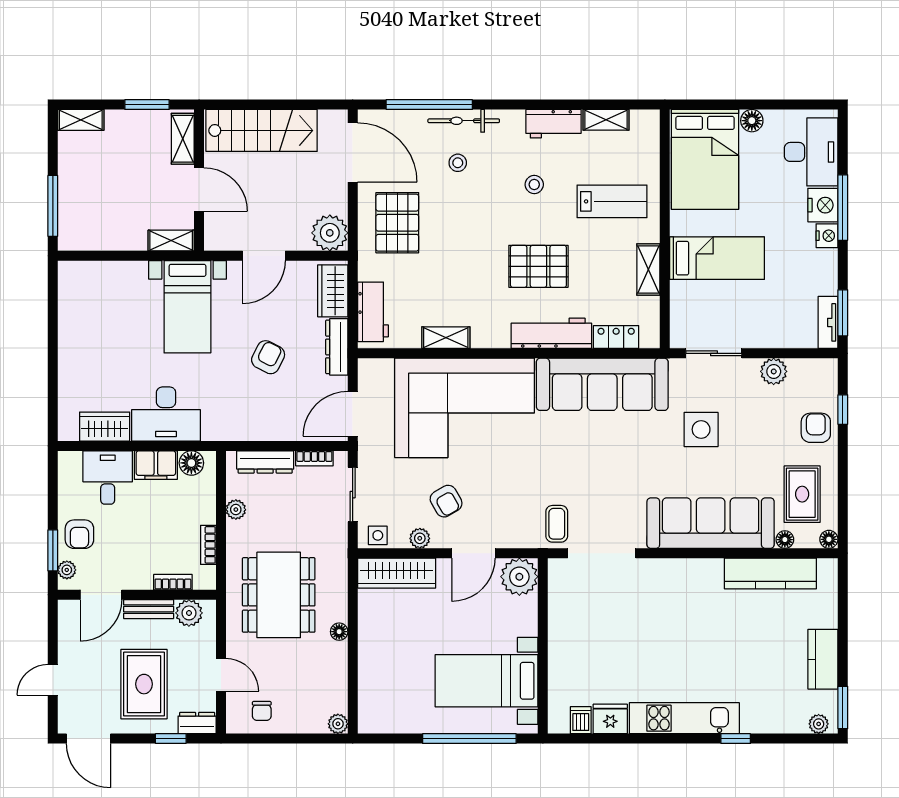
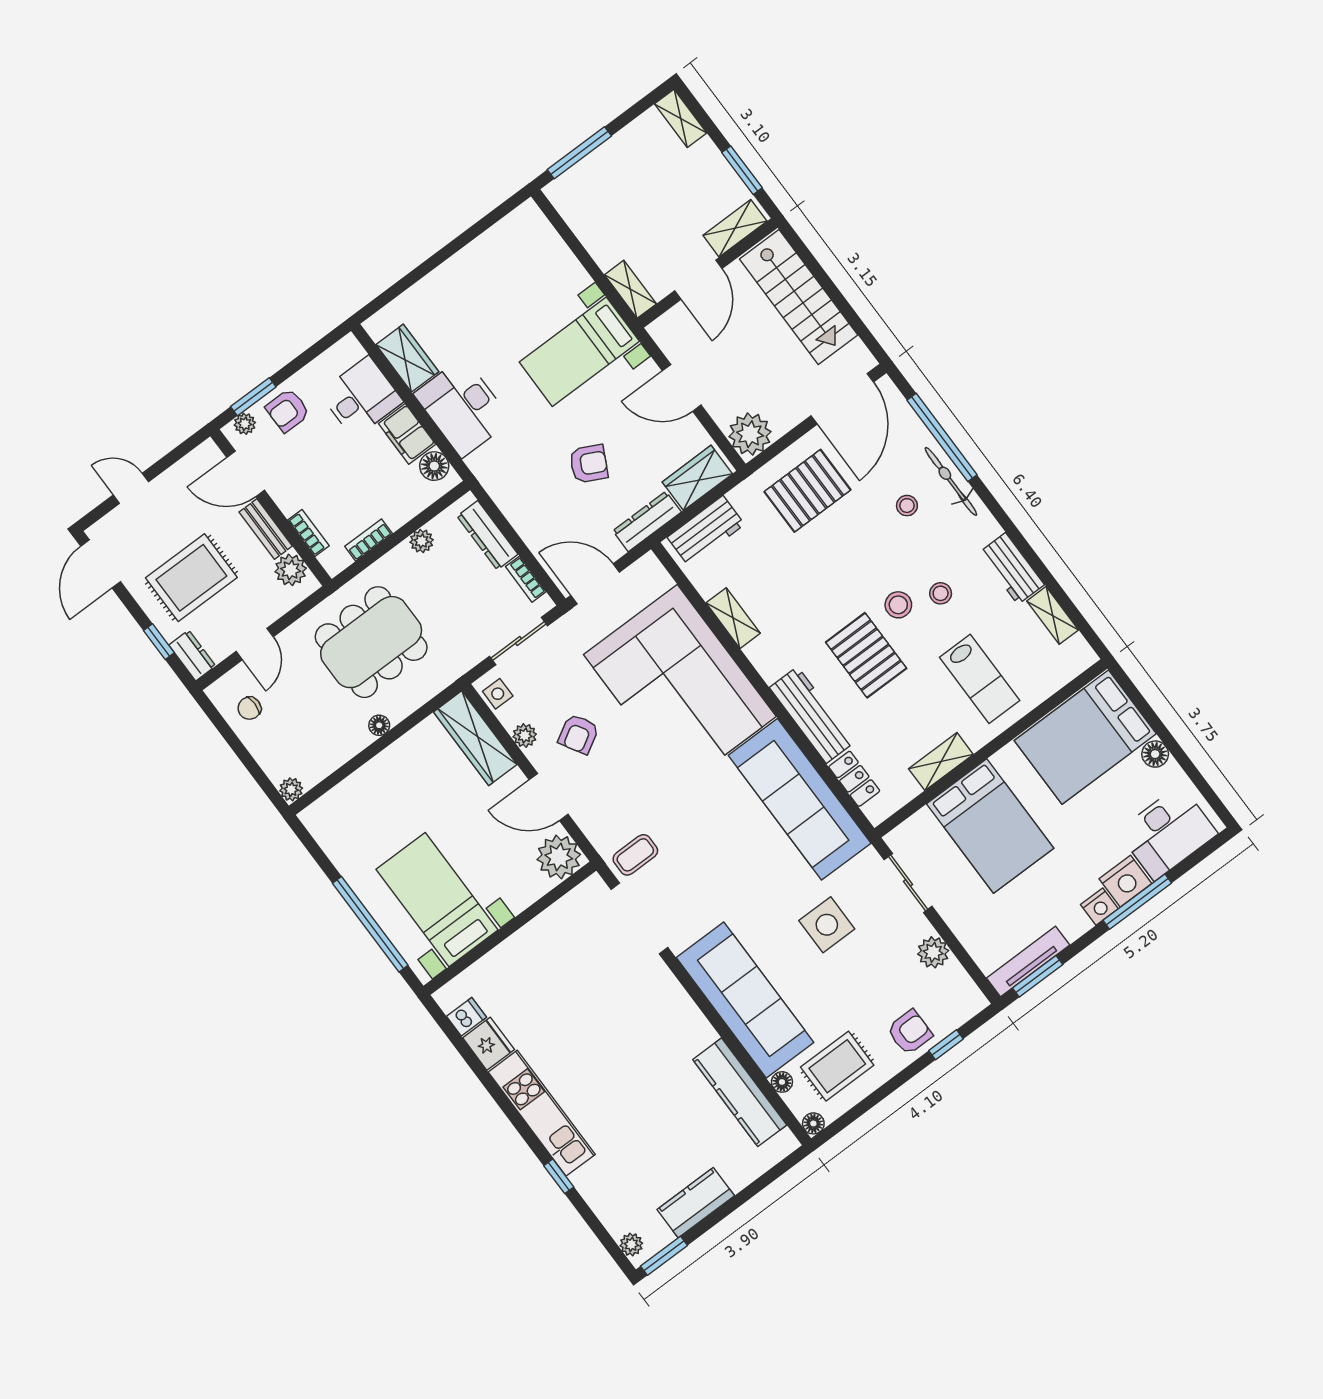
stool: (521, 219) -> (898, 605), added
bed: (717, 258) -> (990, 826), width x1.50
tv unit: (828, 322) -> (1028, 961), width x1.41

